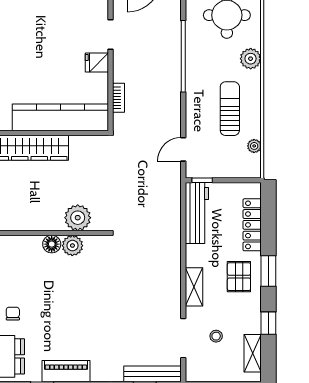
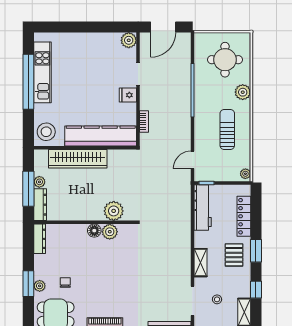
plant: (254, 146) -> (245, 174), moved

